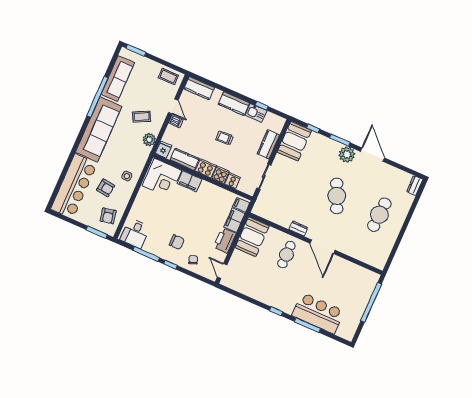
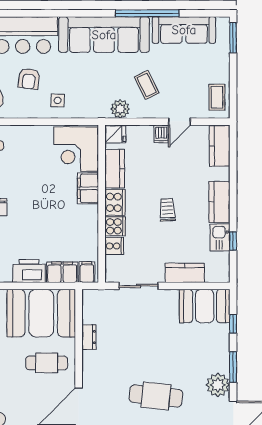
cafe table: (337, 196) -> (156, 396), turned 30
dresser: (298, 228) -> (89, 337), moved
booth: (252, 237) -> (41, 313), width x1.36, depth x1.42

